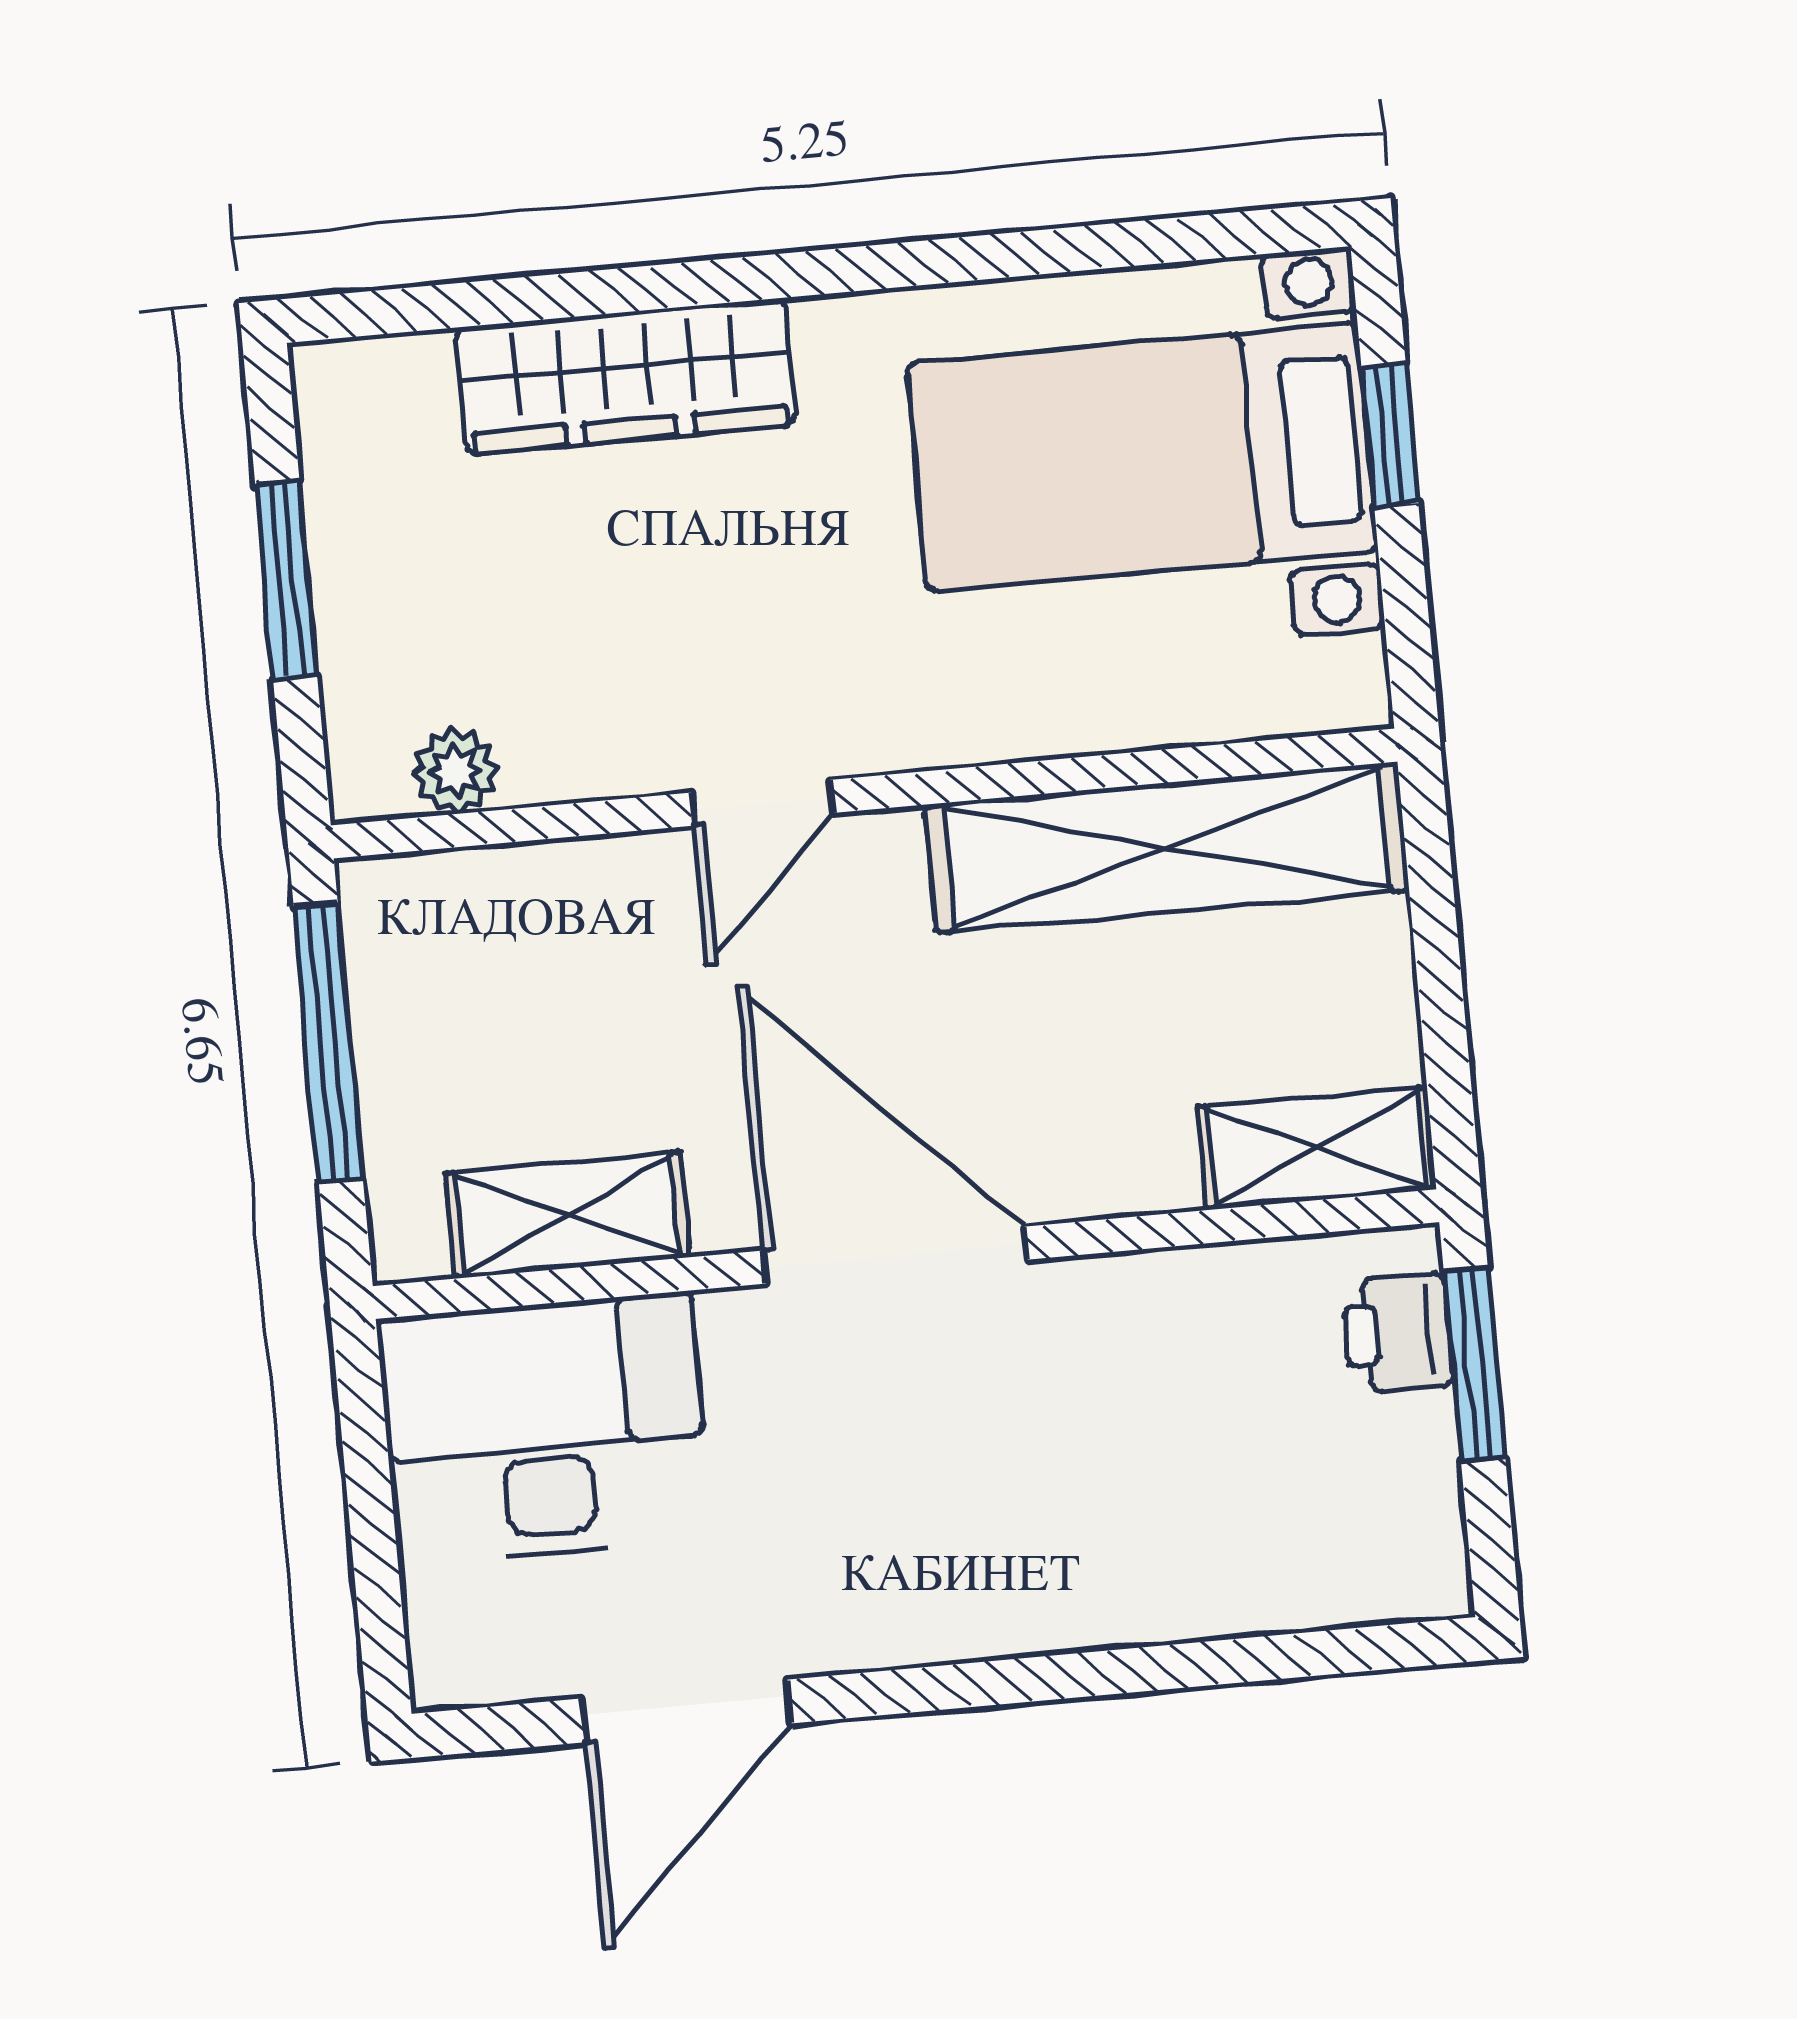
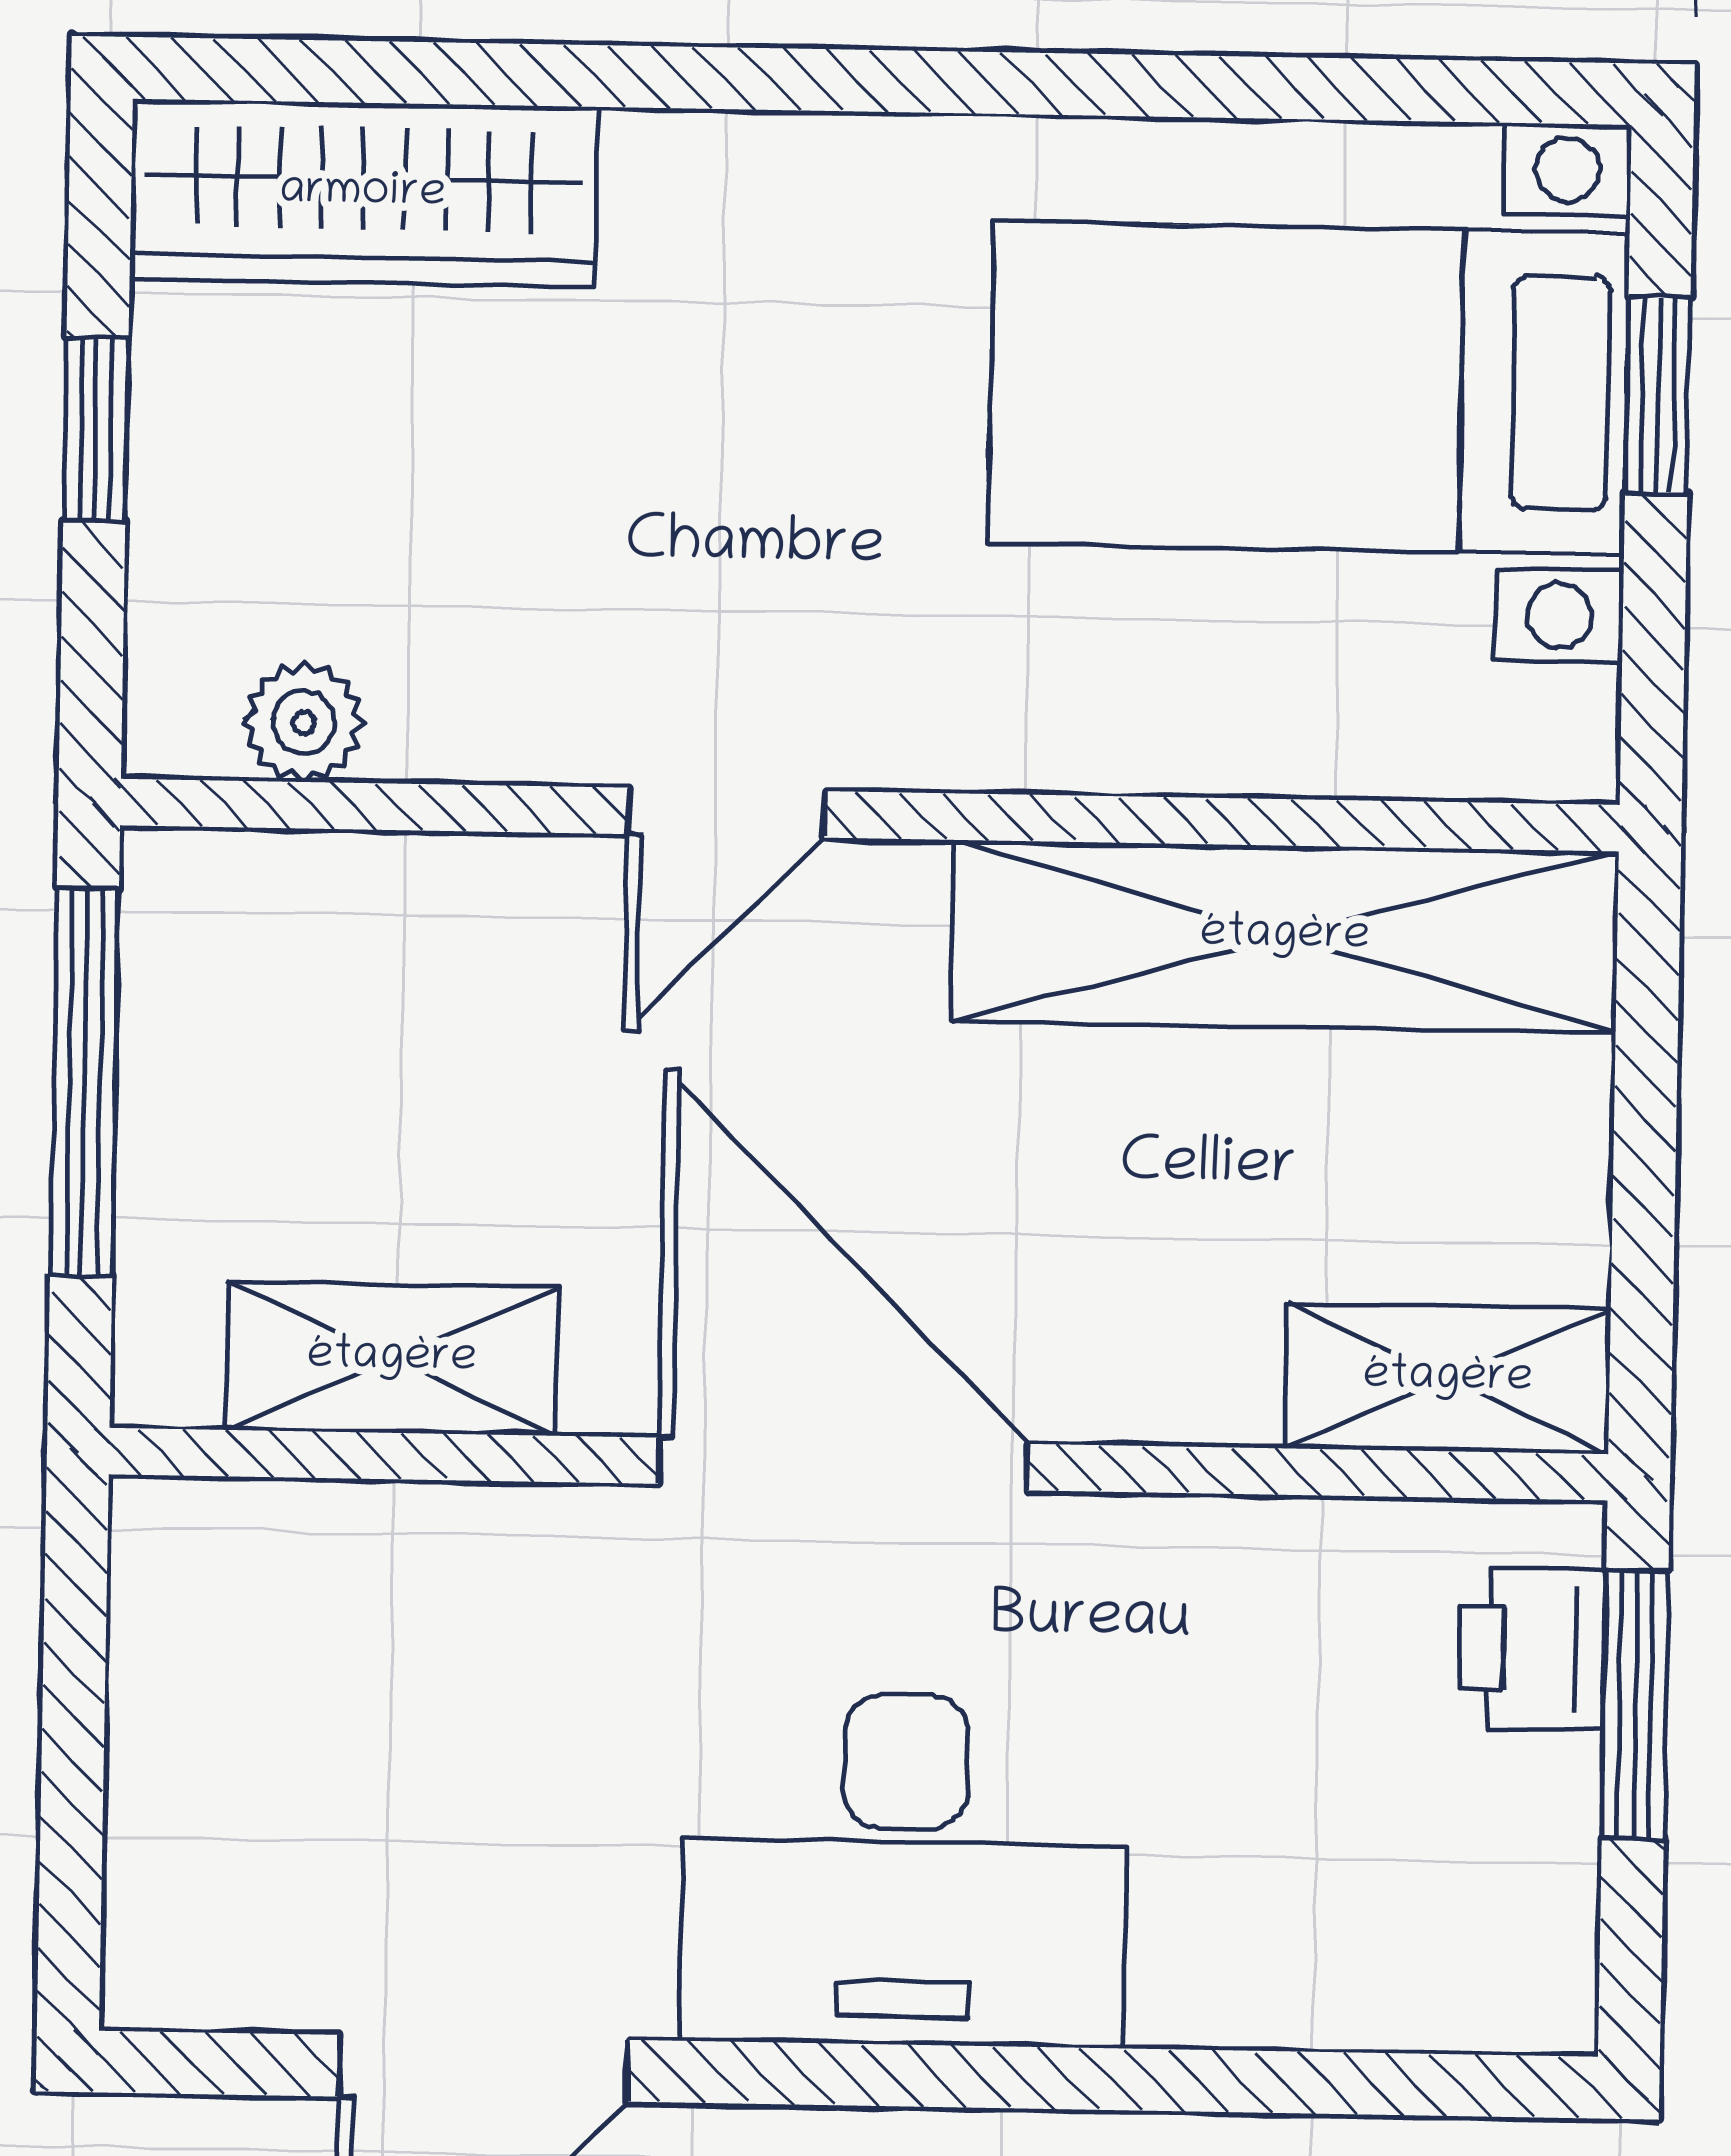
wardrobe: (626, 376) -> (363, 193), moved
window: (286, 580) -> (96, 429), width x0.67
desk: (545, 1429) -> (904, 1870), moved, turned 180

